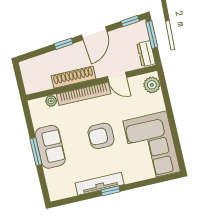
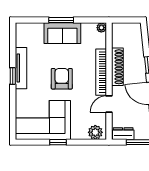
plant: (51, 101) -> (101, 28), moved
window: (172, 124) -> (58, 142), added

